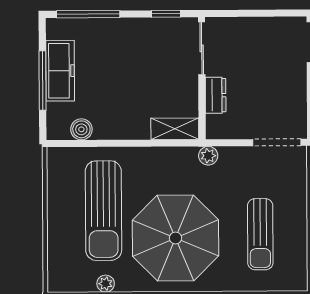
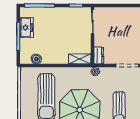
freezer: (60, 71) -> (26, 28), width x0.71
dresser: (216, 95) -> (99, 56), moved

